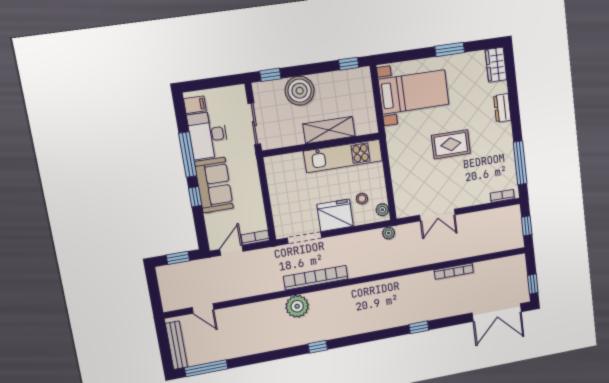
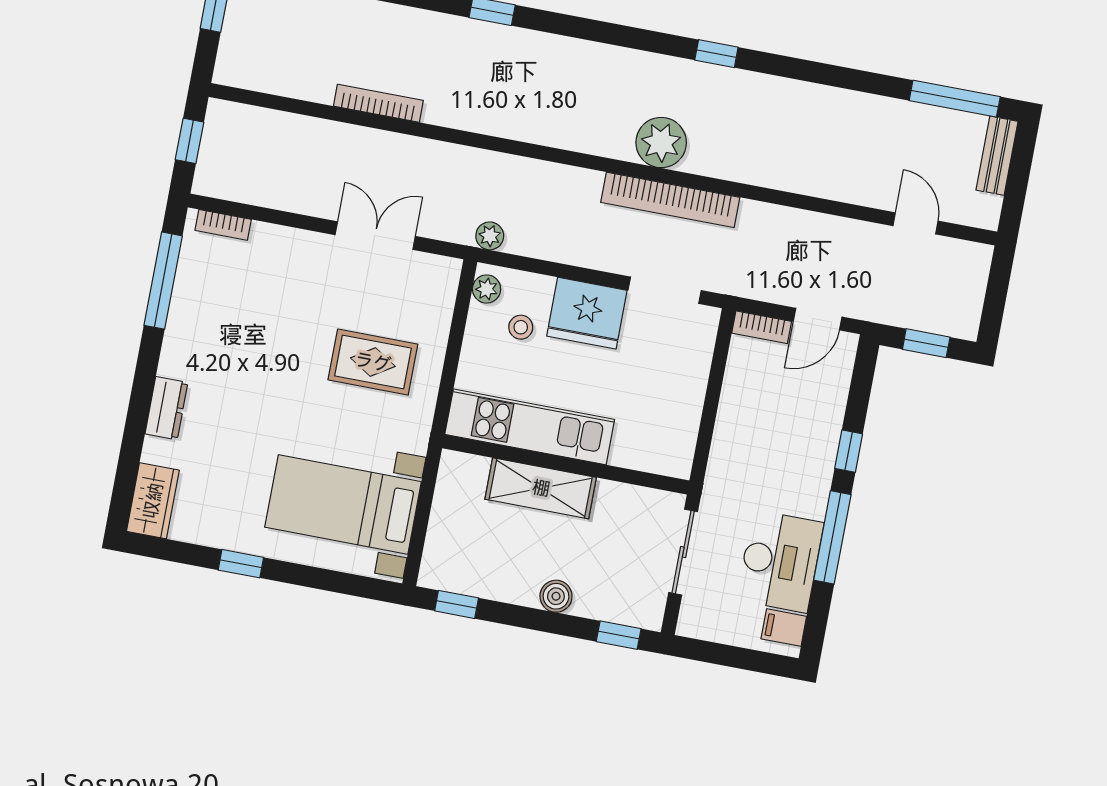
window: (450, 49) -> (241, 564), width x0.67
boiler: (300, 91) -> (556, 596), width x0.54, depth x0.54
rug: (451, 144) -> (373, 362), moved
sofa: (214, 185) -> (804, 461), removed
plant: (297, 306) -> (661, 143), moved
bench: (176, 345) -> (997, 156), width x0.73

